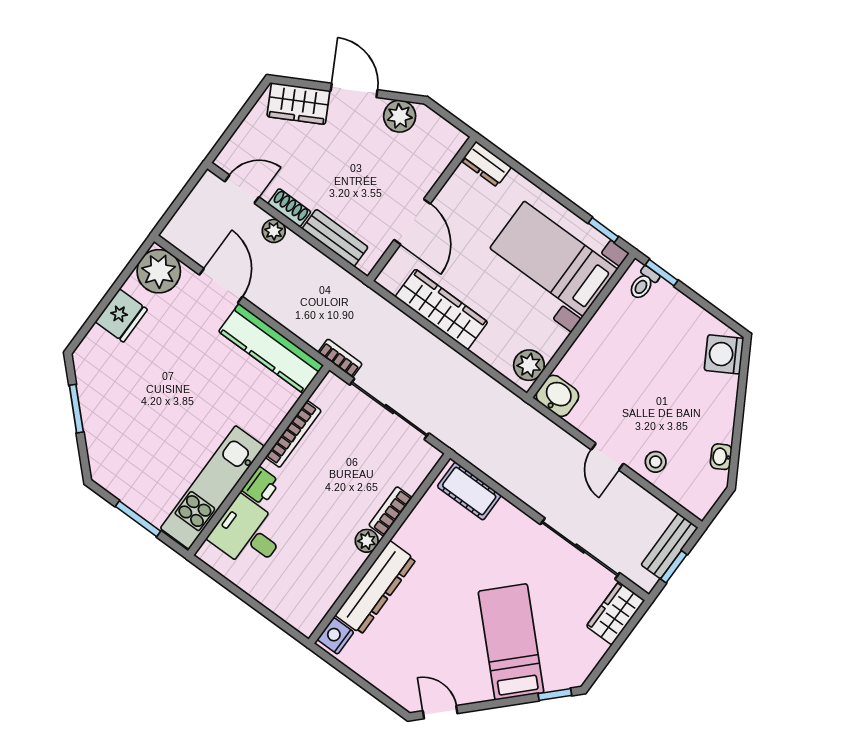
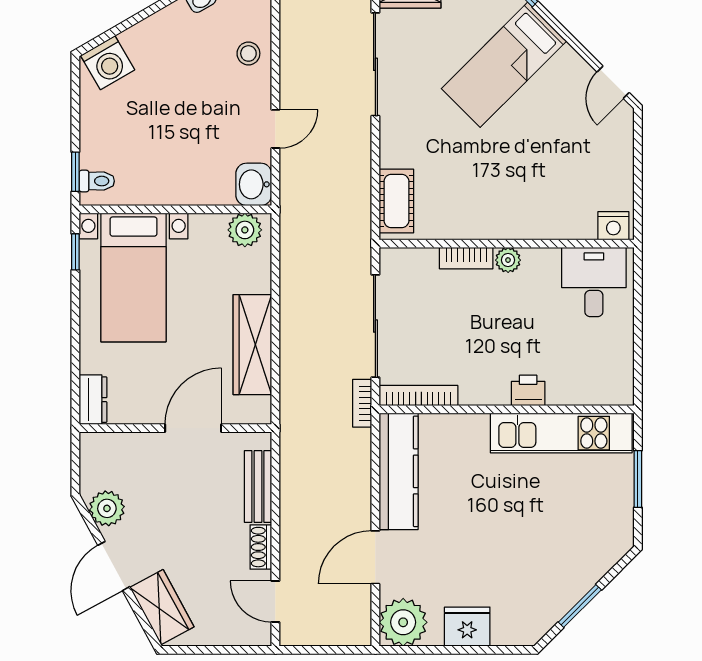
plant: (274, 231) -> (292, 546), removed
bookcase: (293, 434) -> (418, 396), moved
door: (607, 457) -> (275, 129), moved
desk: (248, 534) -> (594, 282), moved, turned 180
dresser: (376, 587) -> (544, 222), removed

